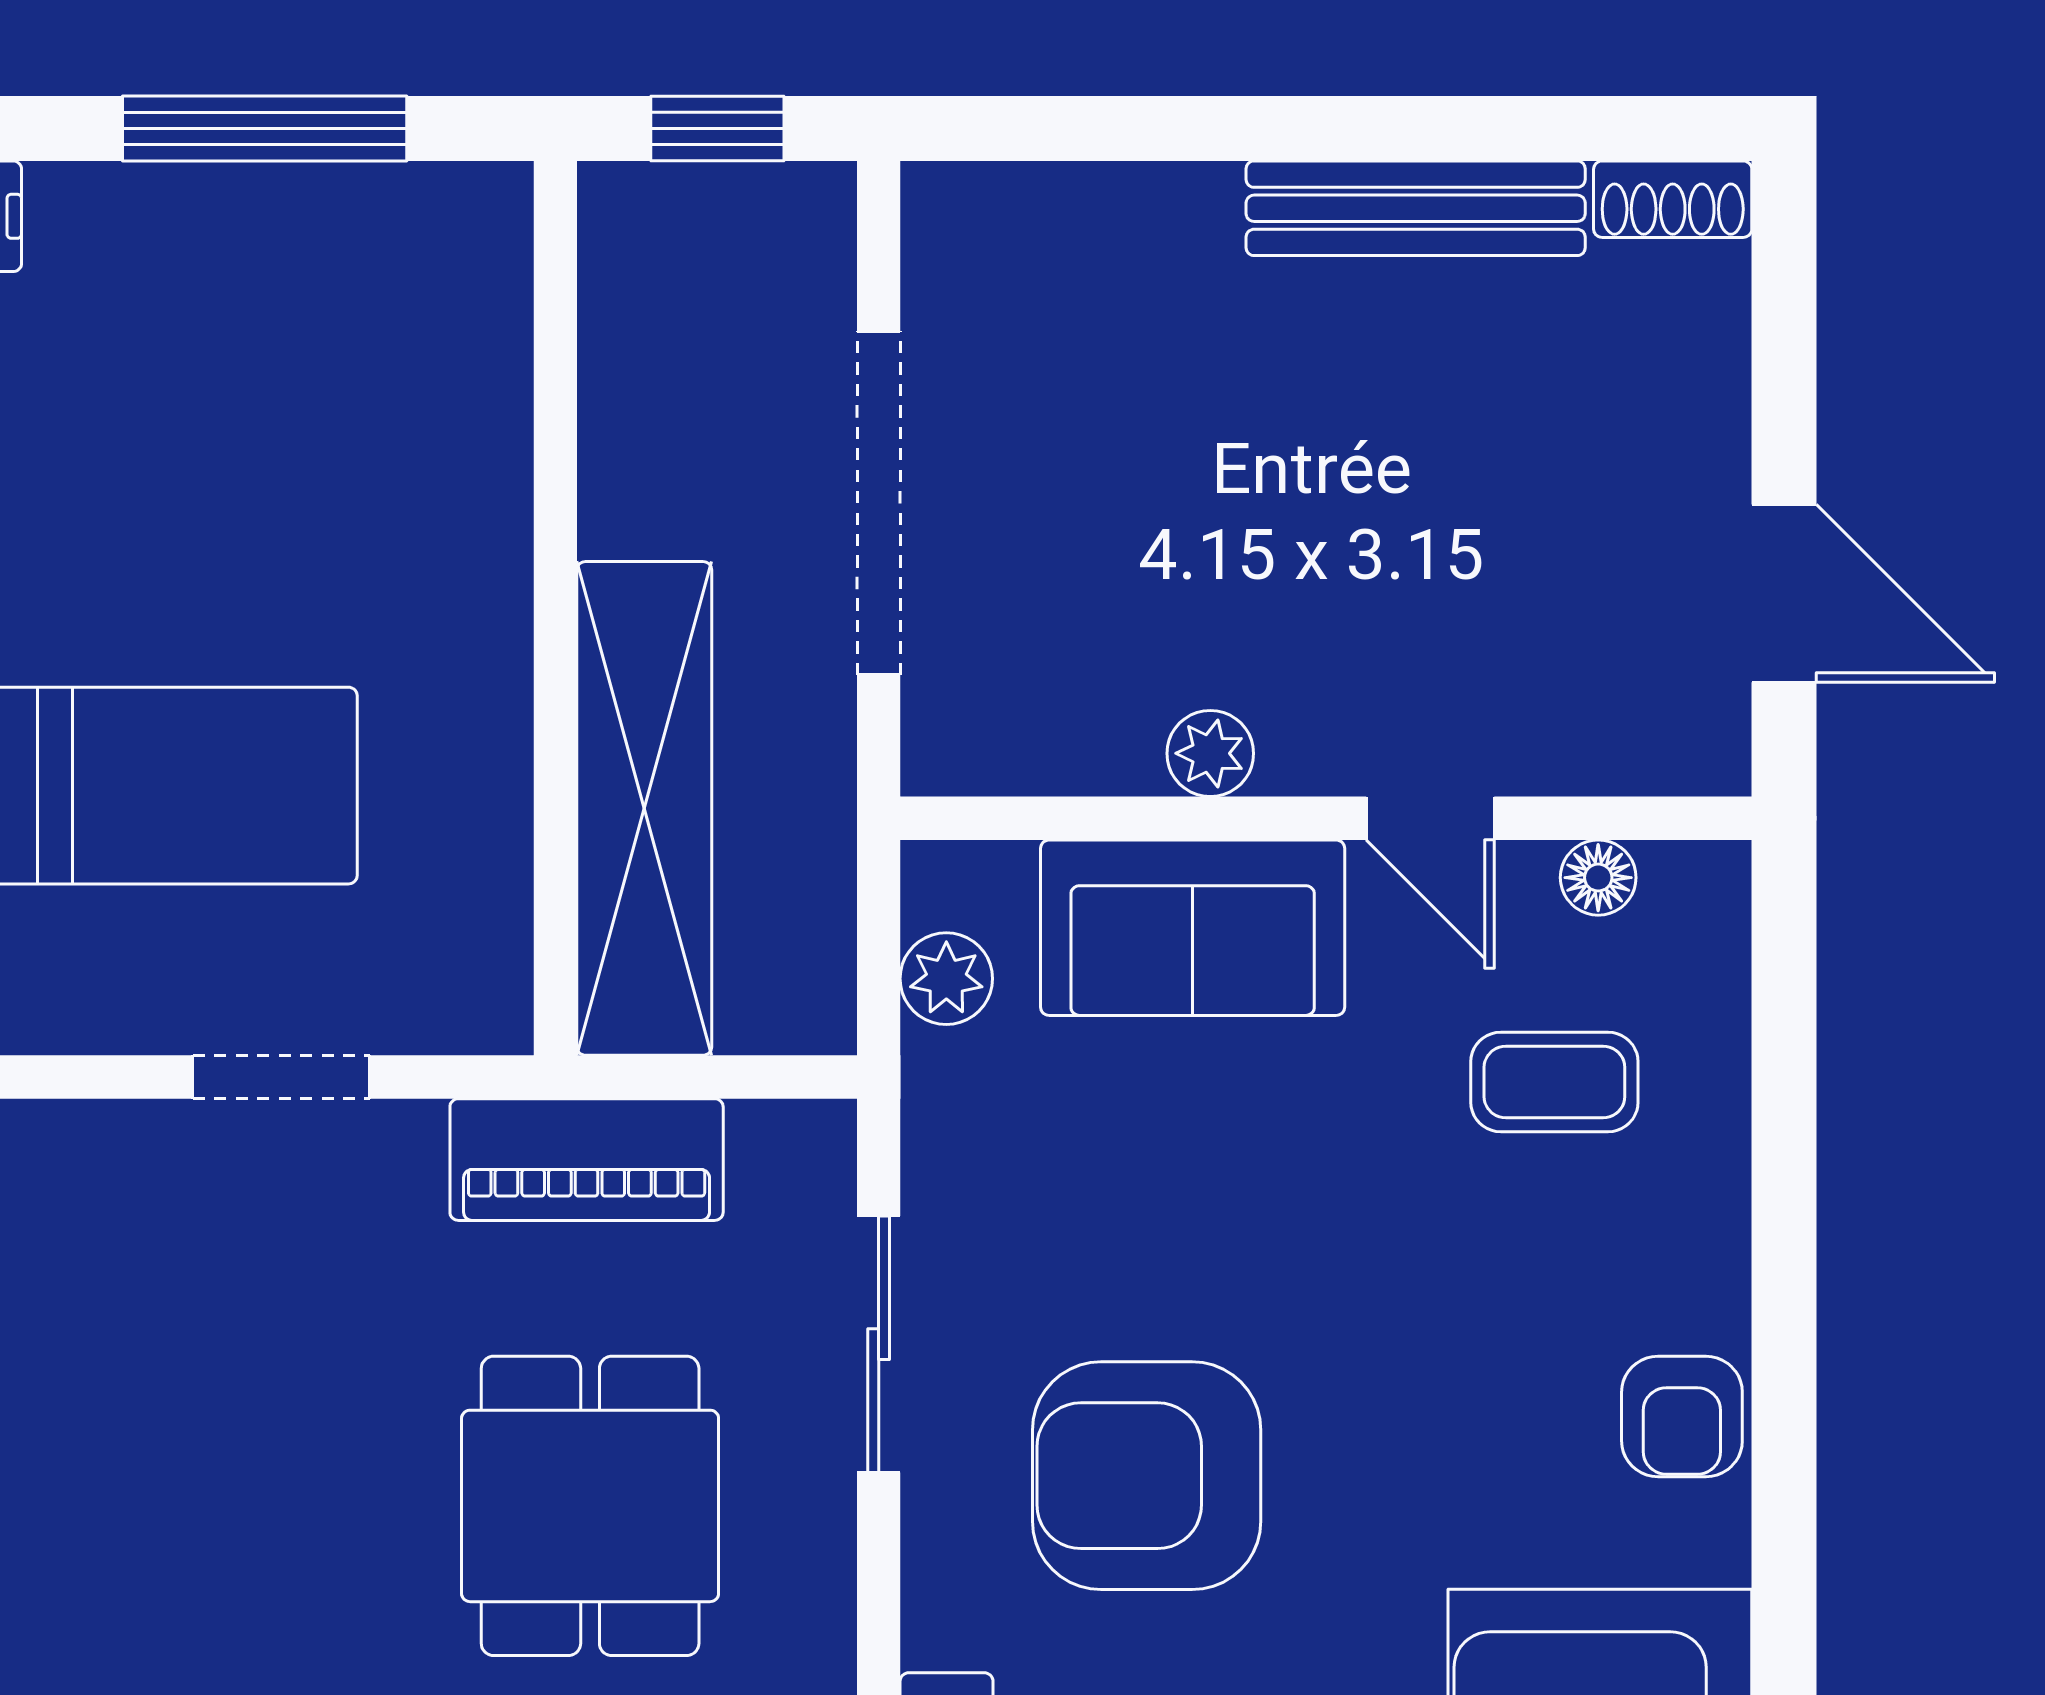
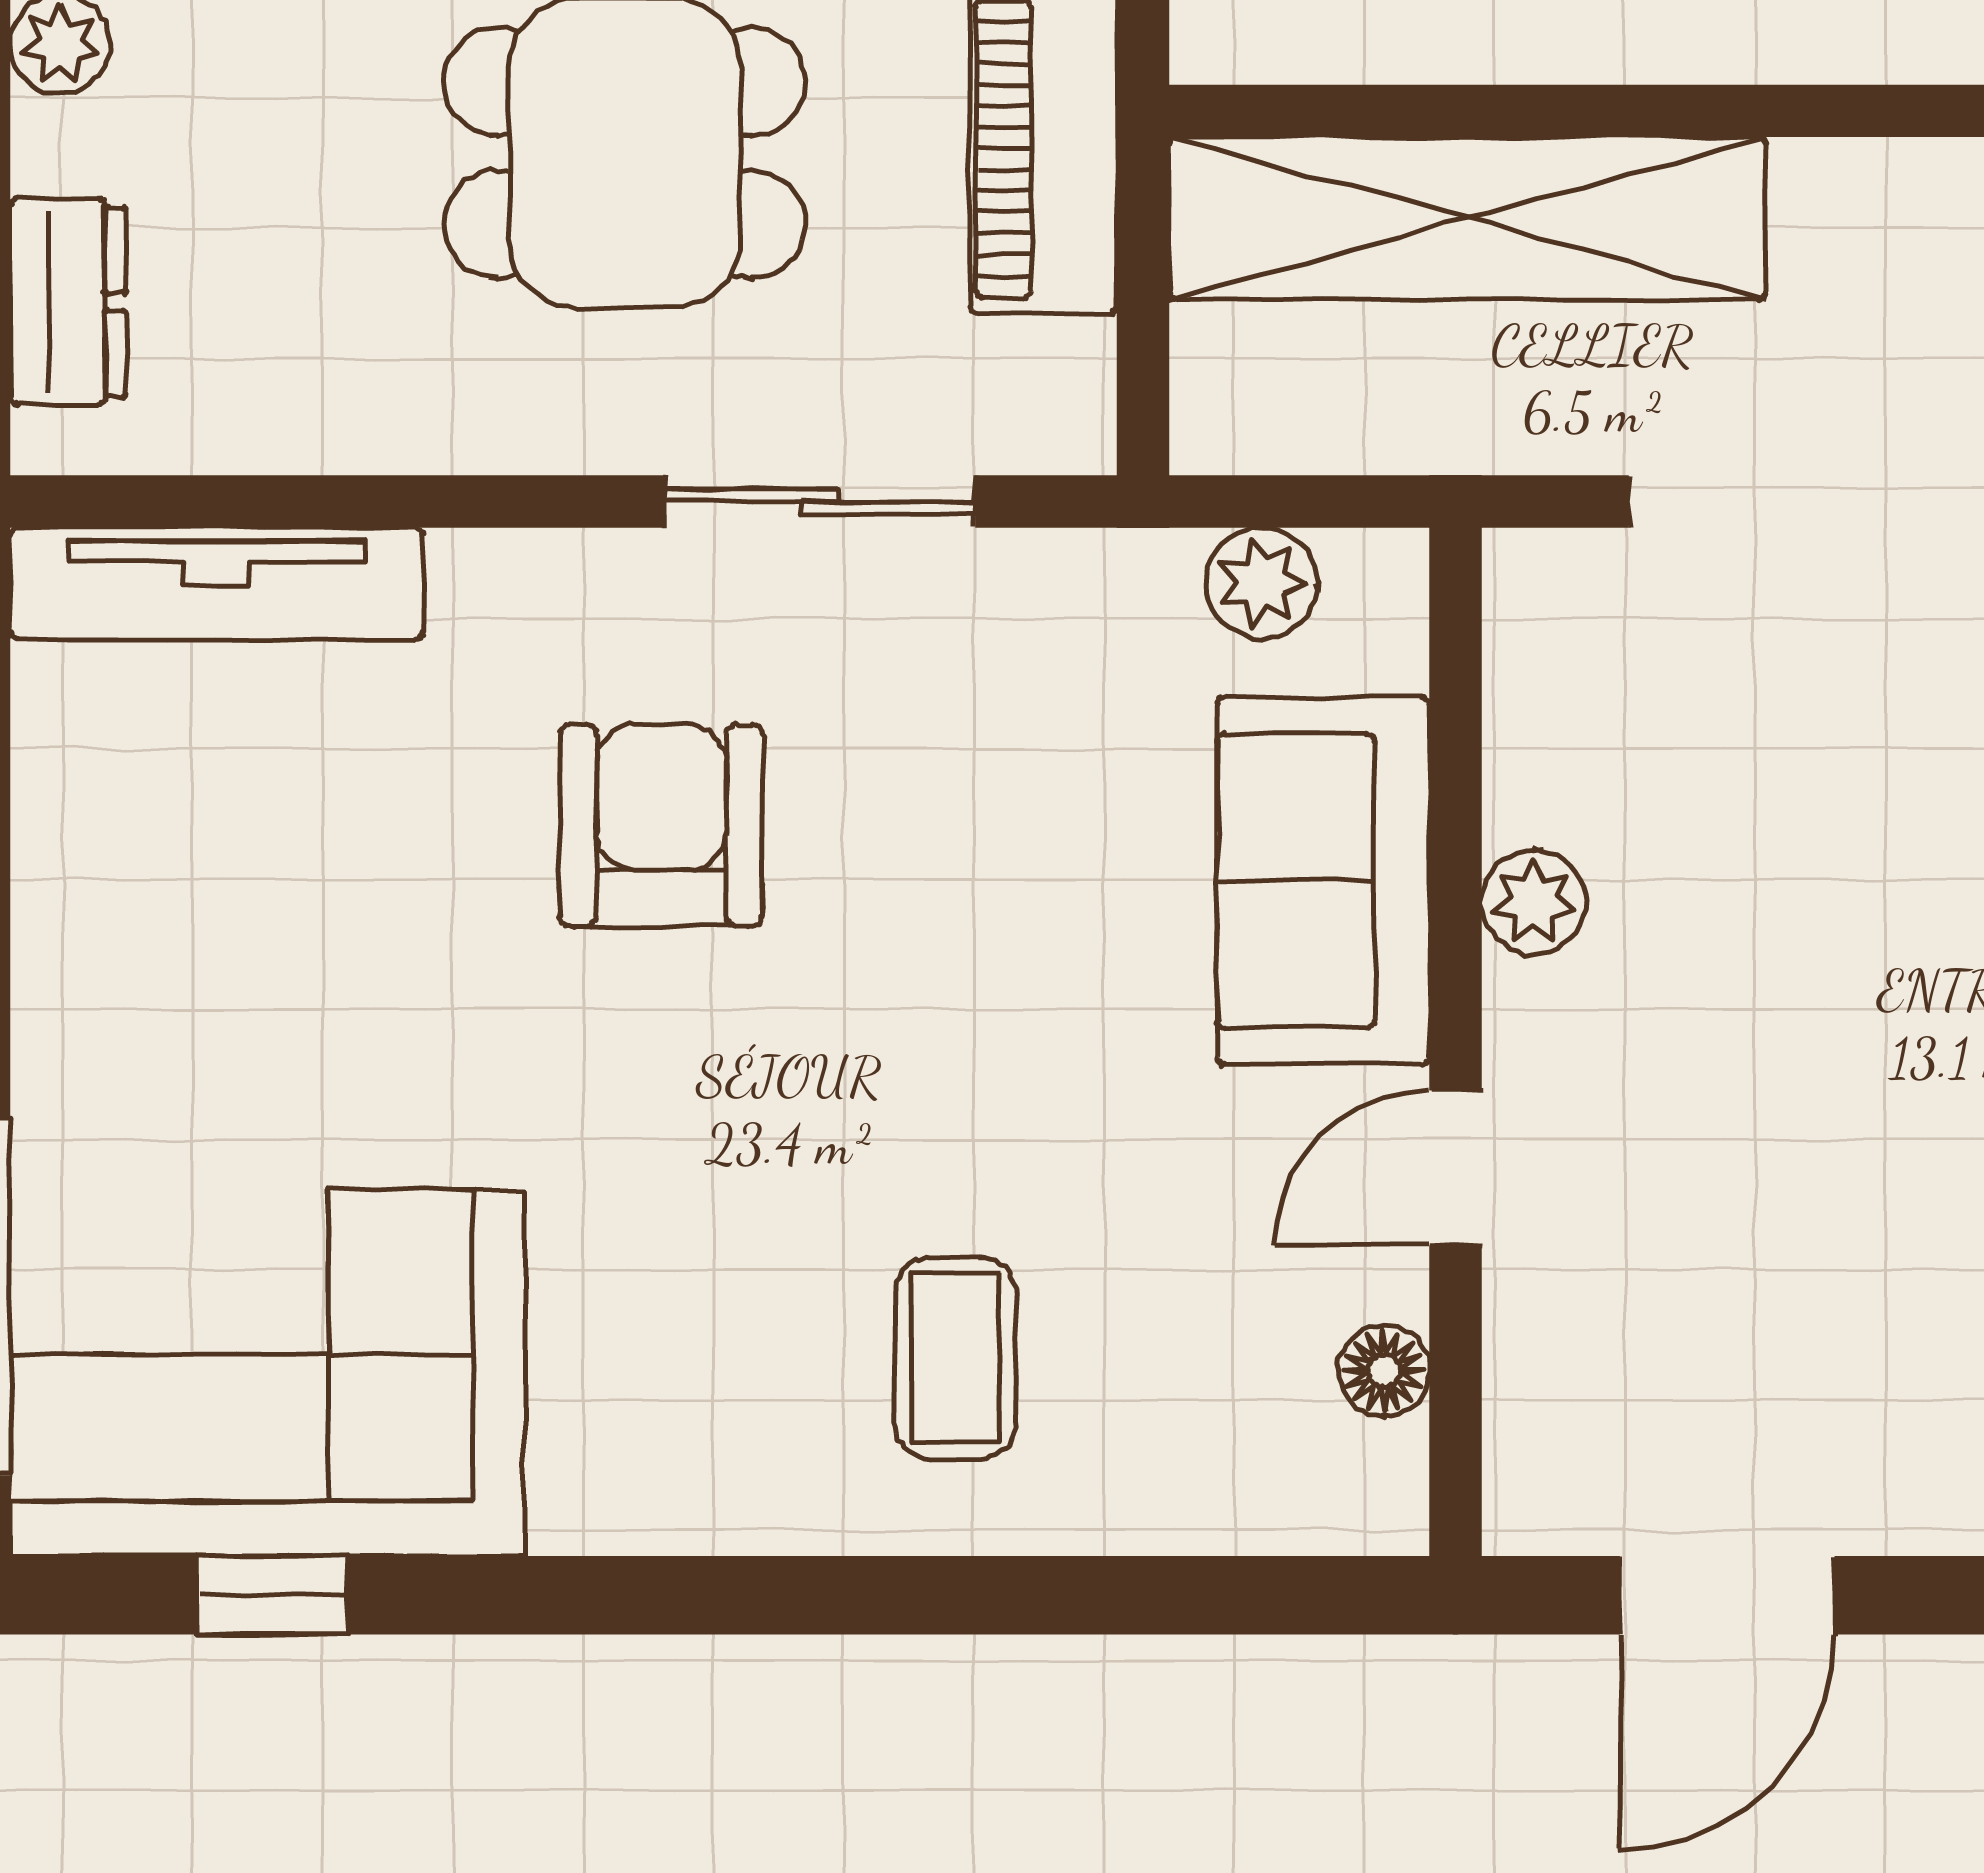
coffee table: (1554, 1082) -> (955, 1358), moved
armchair: (1682, 1417) -> (733, 1472), removed
armchair: (1147, 1476) -> (661, 825), width x0.73, depth x0.73

